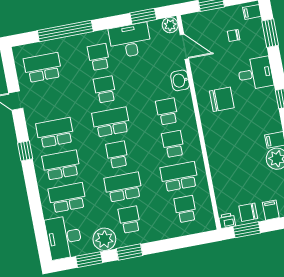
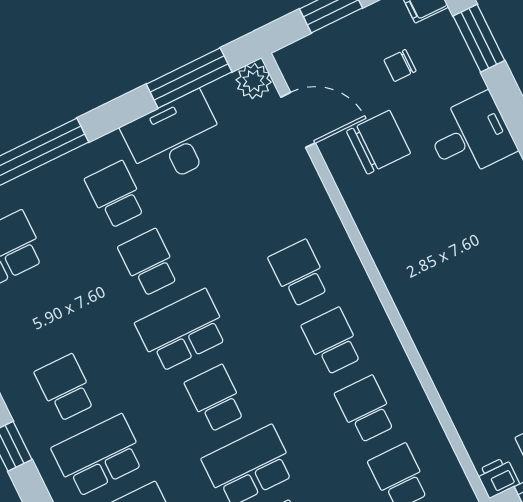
window: (143, 16) -> (189, 78), width x1.44
washbasin: (180, 80) -> (309, 197), removed
chair: (222, 99) -> (379, 142), moved
school desk: (55, 133) -> (65, 388), width x0.54
school desk: (179, 177) -> (366, 409), width x0.54

